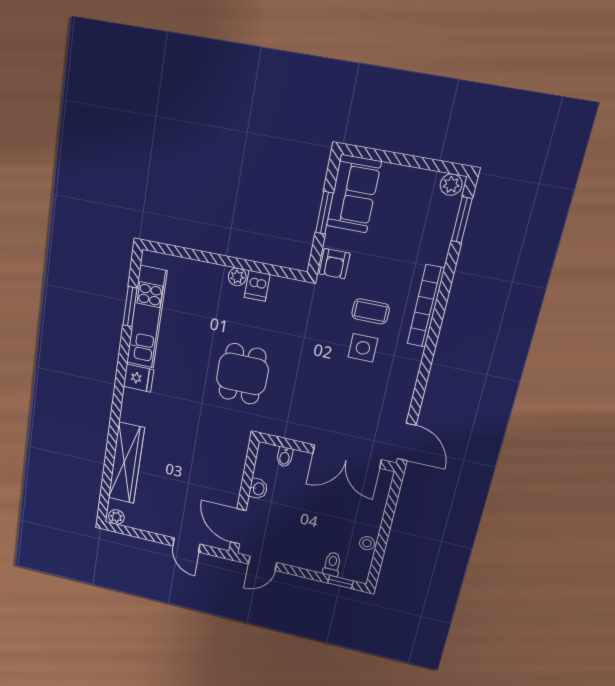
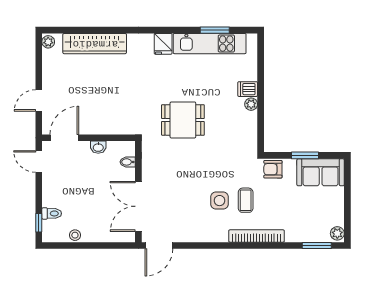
dishwasher: (257, 286) -> (248, 89), moved

